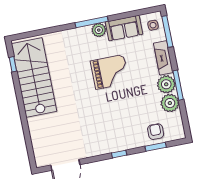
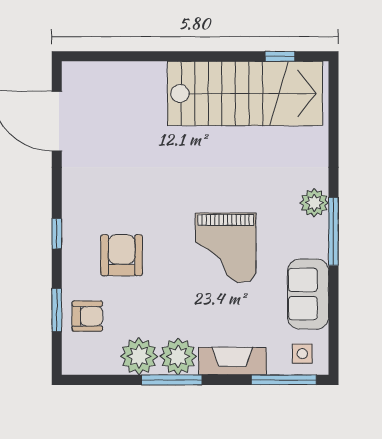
plant: (99, 30) -> (314, 203), moved
armchair: (123, 121) -> (122, 255), added

